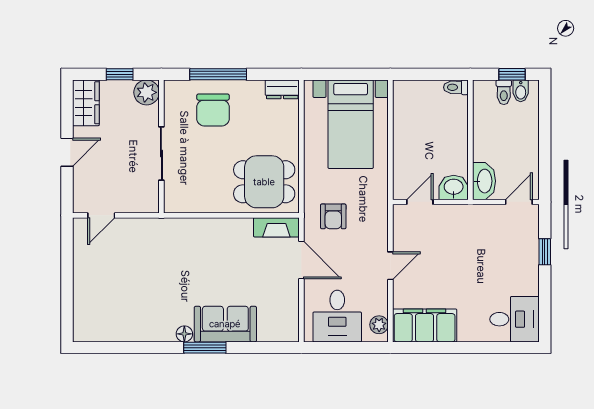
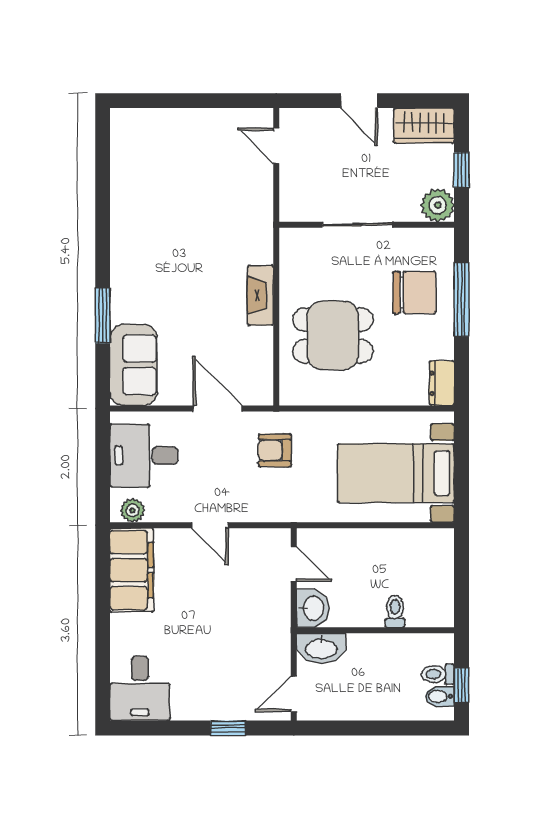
toilet: (456, 87) -> (395, 611), moved
chair: (213, 110) -> (414, 292), turned 180
dining table: (264, 182) -> (333, 335), moved, turned 90
door: (519, 202) -> (294, 694), swing flipped
fireplace: (276, 227) -> (260, 295), moved
door: (301, 260) -> (218, 409), swing flipped
sofa: (225, 324) -> (133, 365), moved
floor lamp: (184, 334) -> (120, 255), removed
window: (205, 348) -> (103, 315), moved

